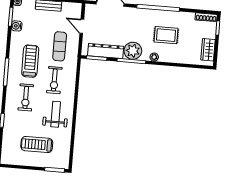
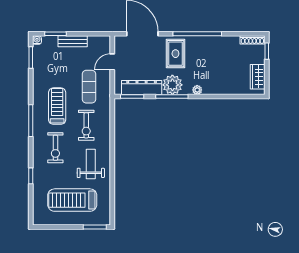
water cooler: (17, 26) -> (38, 67), removed
door: (82, 26) -> (112, 62), hinge flipped
rug: (166, 35) -> (175, 54), moved, turned 90
treadmill: (37, 144) -> (72, 200), width x1.37, depth x1.38

